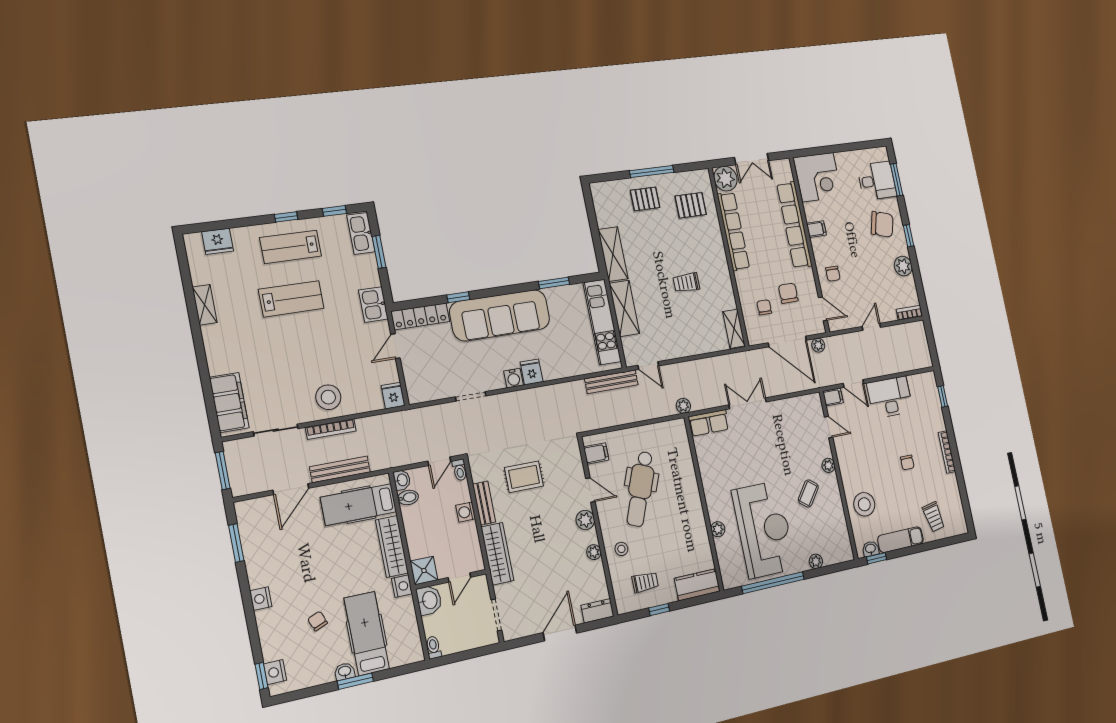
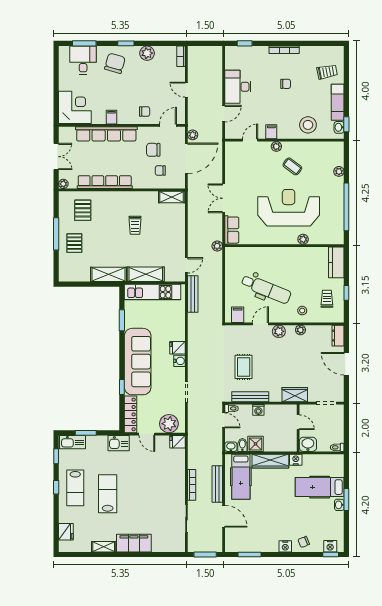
plant: (725, 179) -> (63, 184), width x0.53, depth x0.53
plant: (418, 378) -> (169, 424), added
stool: (328, 397) -> (172, 483), removed
filing cabinet: (833, 397) -> (271, 132), moved
filing cabinet: (229, 402) -> (134, 543), moved
bench: (484, 503) -> (250, 397), width x1.36
reception desk: (764, 530) -> (289, 208), moved
wardrobe: (497, 554) -> (295, 395), width x0.67
shower: (424, 571) -> (256, 444), moved
chair: (318, 621) -> (304, 542), moved

